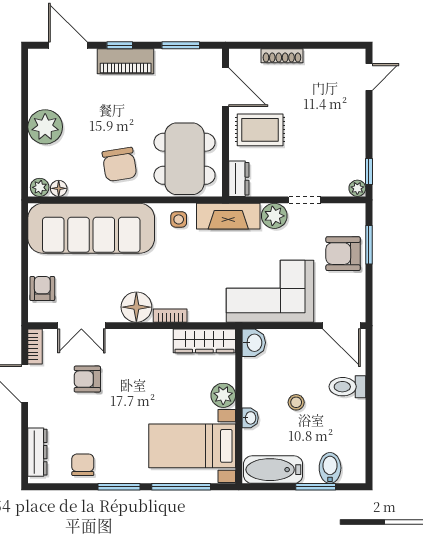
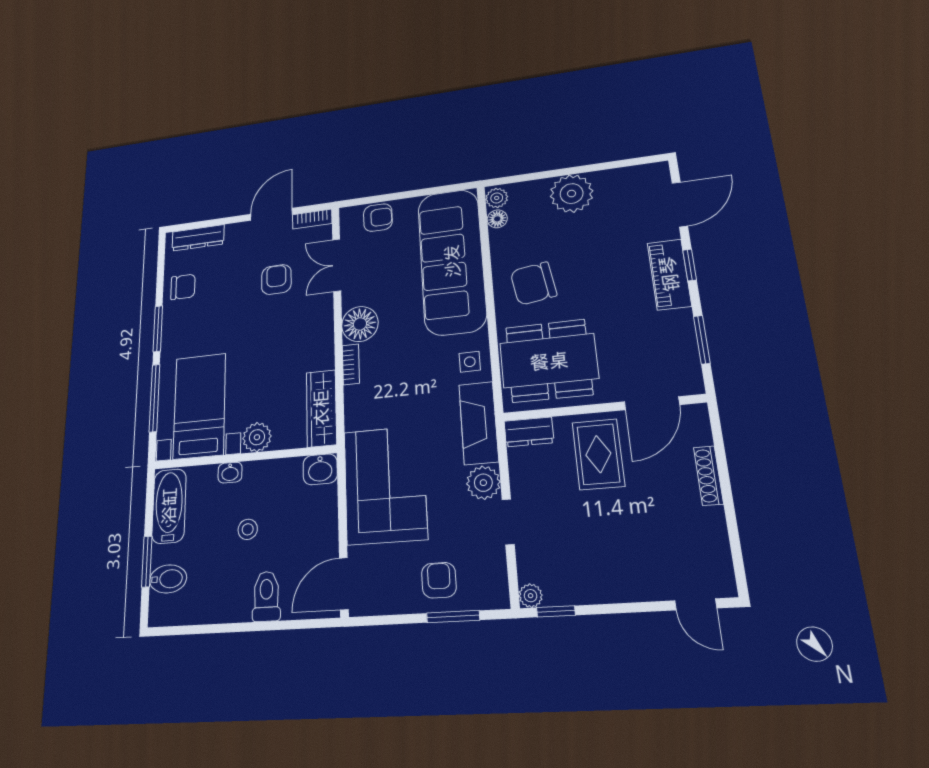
armchair: (343, 254) -> (439, 580), width x0.72, depth x0.72

